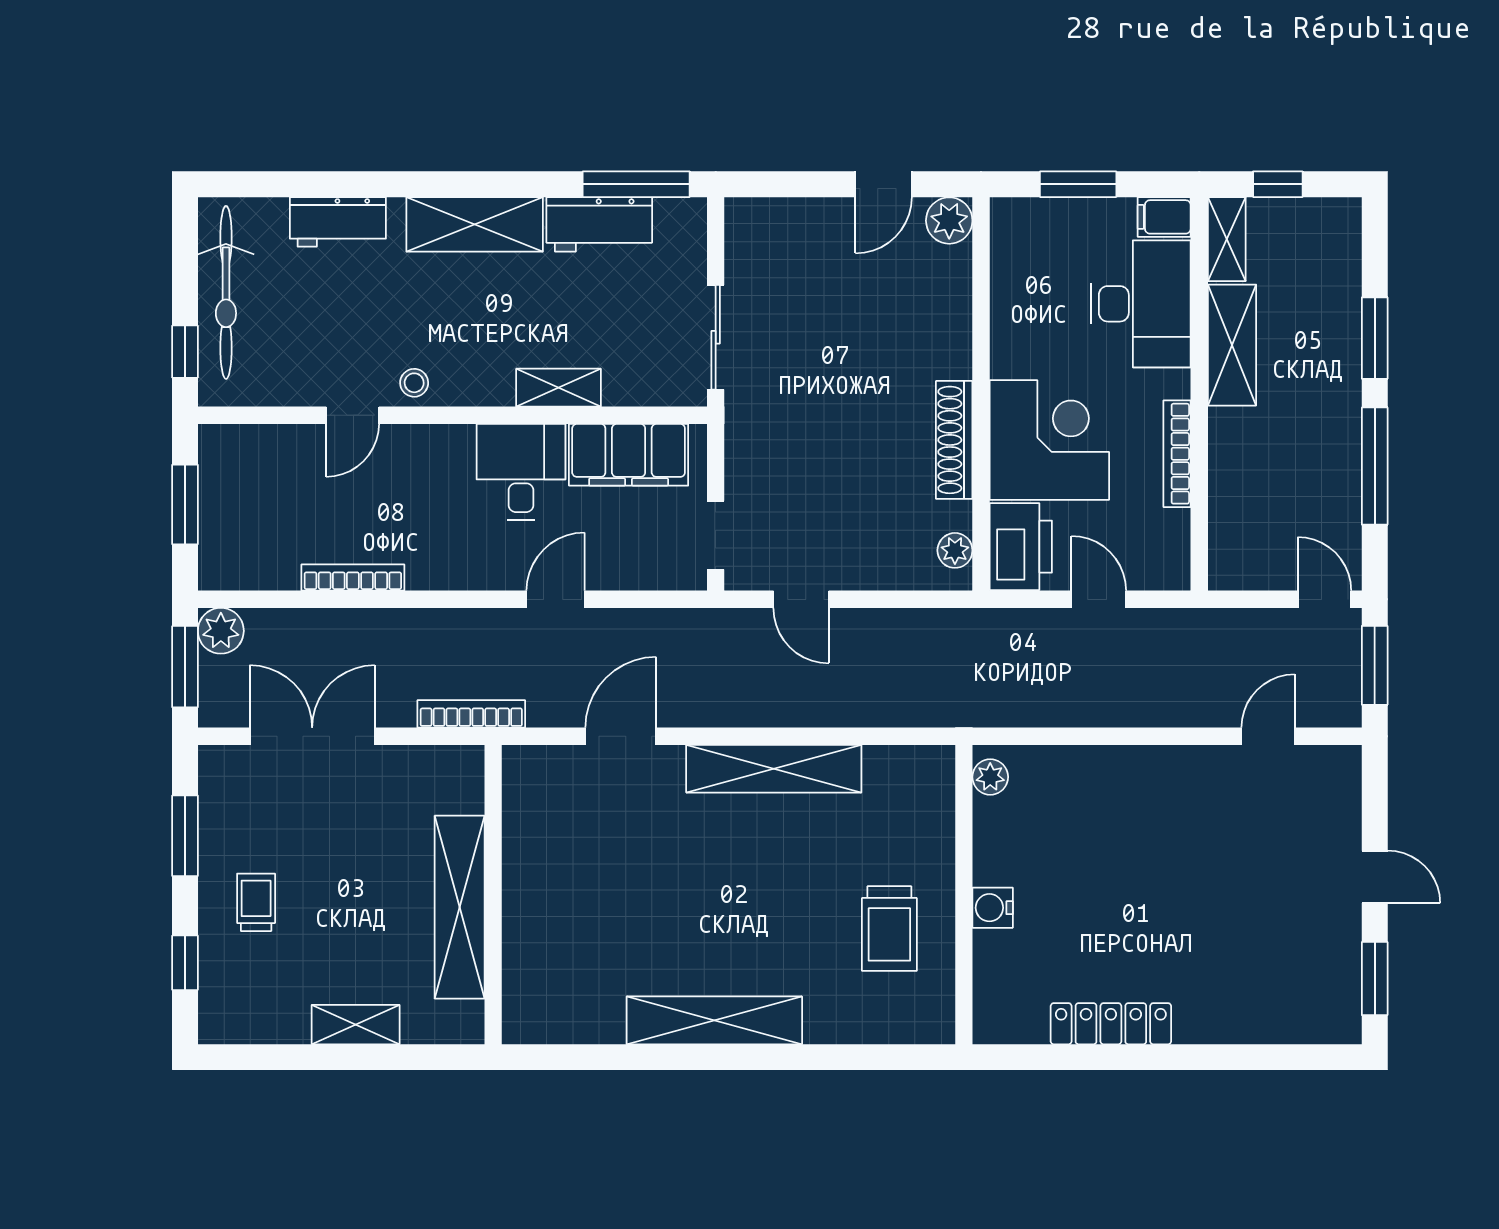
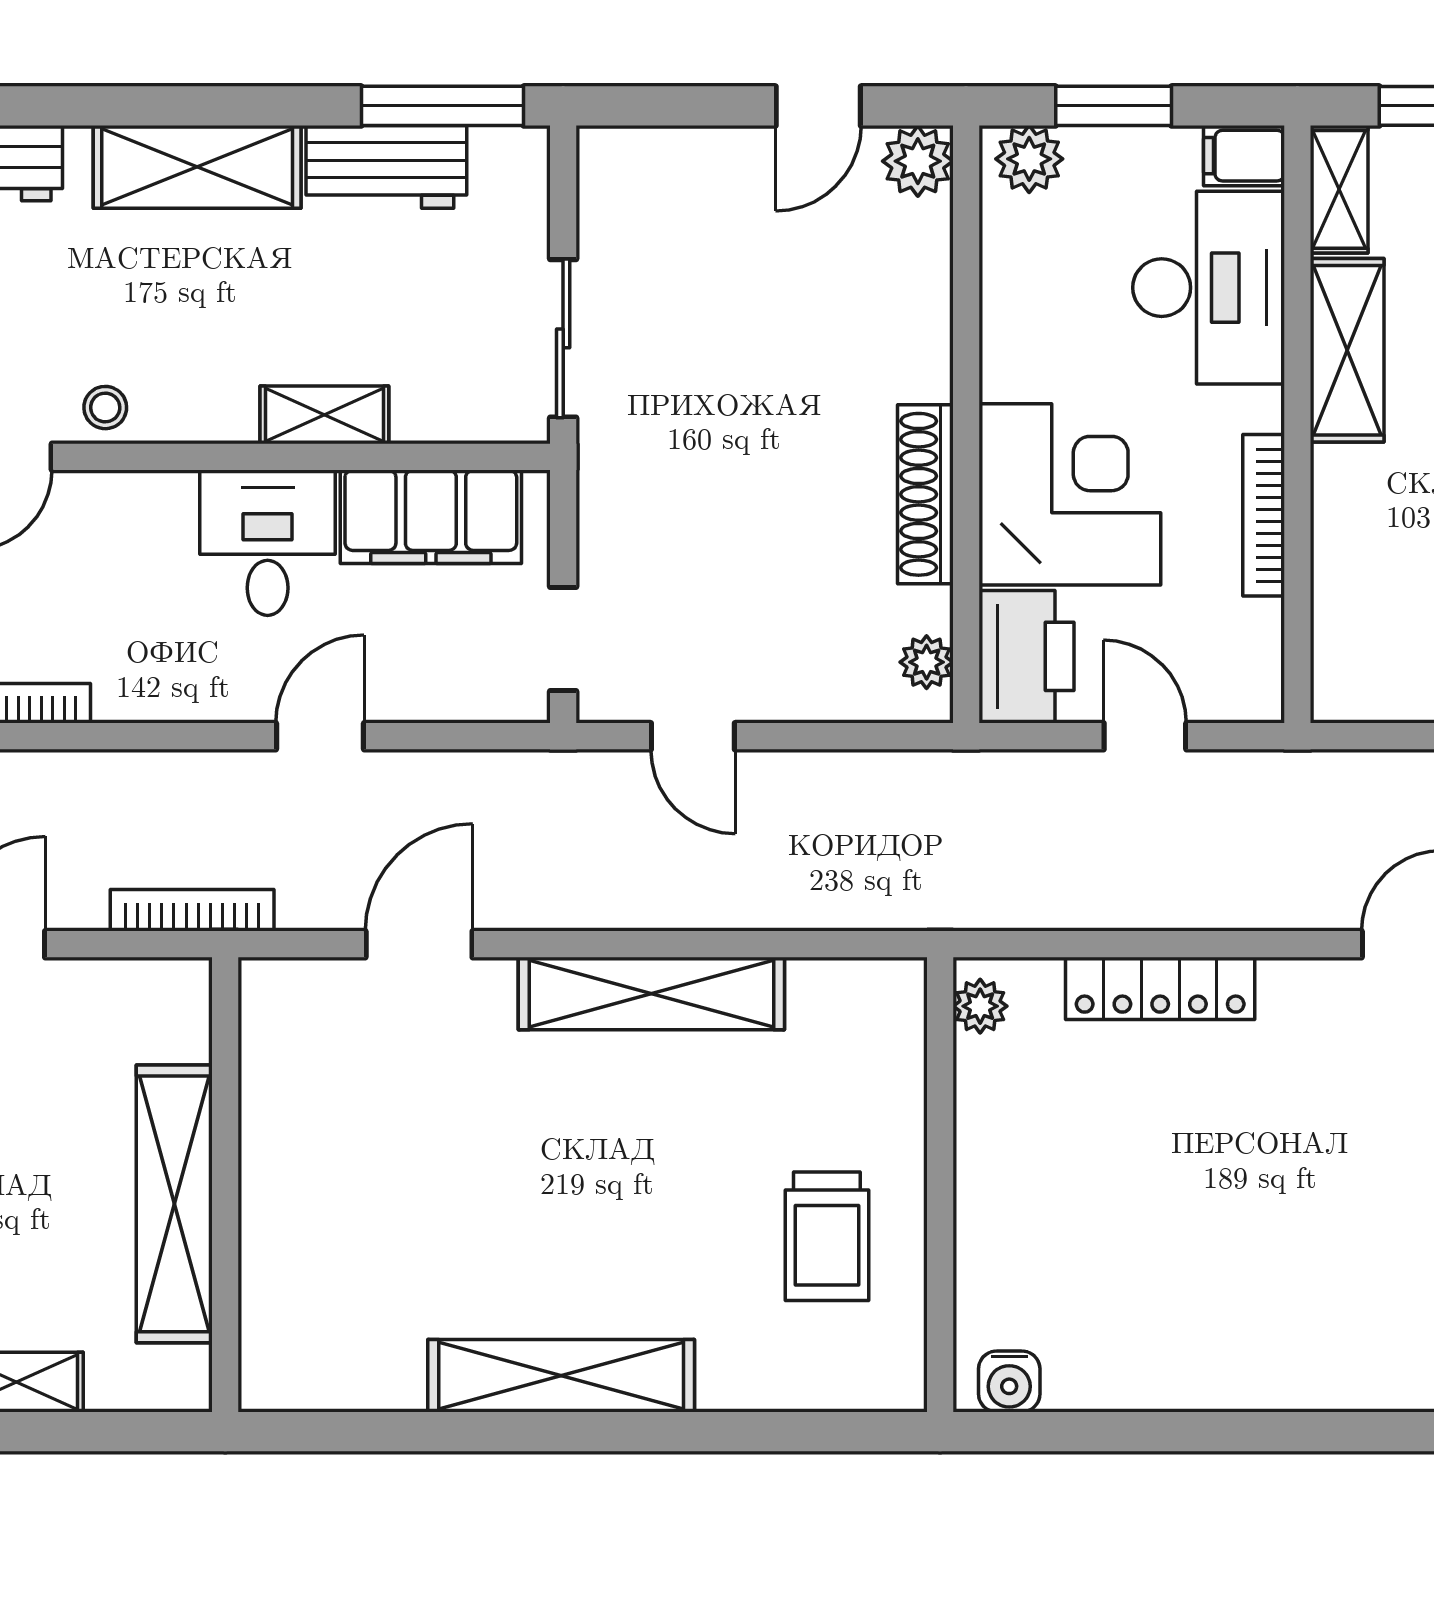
plant: (1023, 219) -> (1029, 159), added
water cooler: (993, 908) -> (1009, 1381), moved, turned -90
locker: (1111, 1024) -> (1160, 988), moved, turned 180

